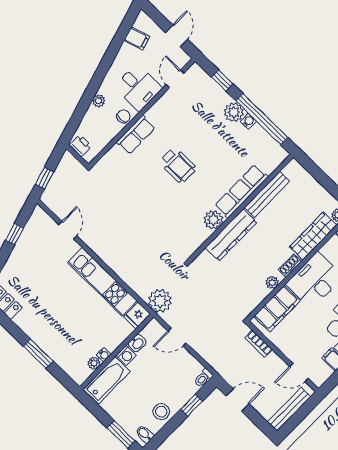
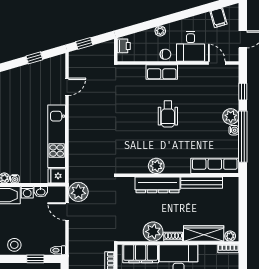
door: (175, 79) -> (217, 63), hinge flipped
row of seats: (241, 191) -> (215, 166), moved
plant: (272, 283) -> (153, 232), width x1.87, depth x1.87
plant: (160, 301) -> (78, 192), moved

